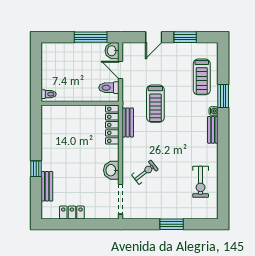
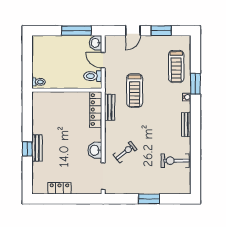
bench: (213, 130) -> (186, 125), moved
exercise bike: (201, 182) -> (175, 161), turned 90
bench: (47, 186) -> (37, 148), moved

